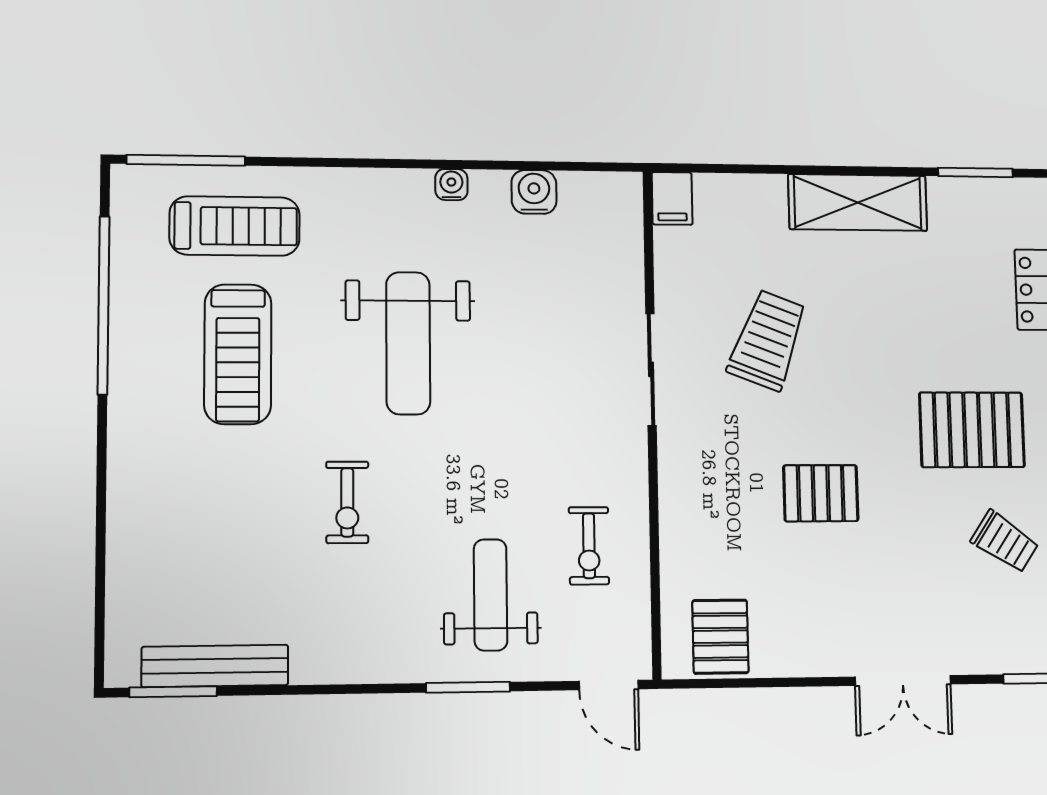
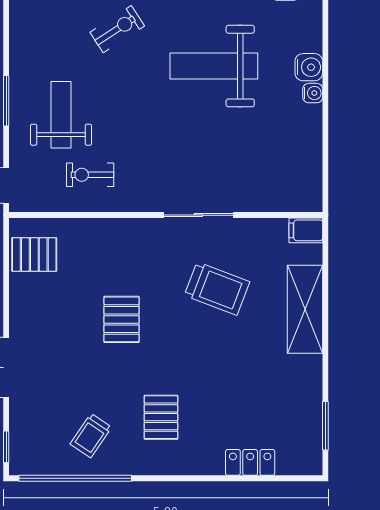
water cooler: (534, 192) -> (309, 67), moved
shelving: (858, 202) -> (305, 309), moved
pallet: (972, 430) -> (161, 417), width x0.67, depth x0.71
exercise bike: (347, 502) -> (117, 29), turned 147
weight bench: (491, 595) -> (61, 115), turned -90

